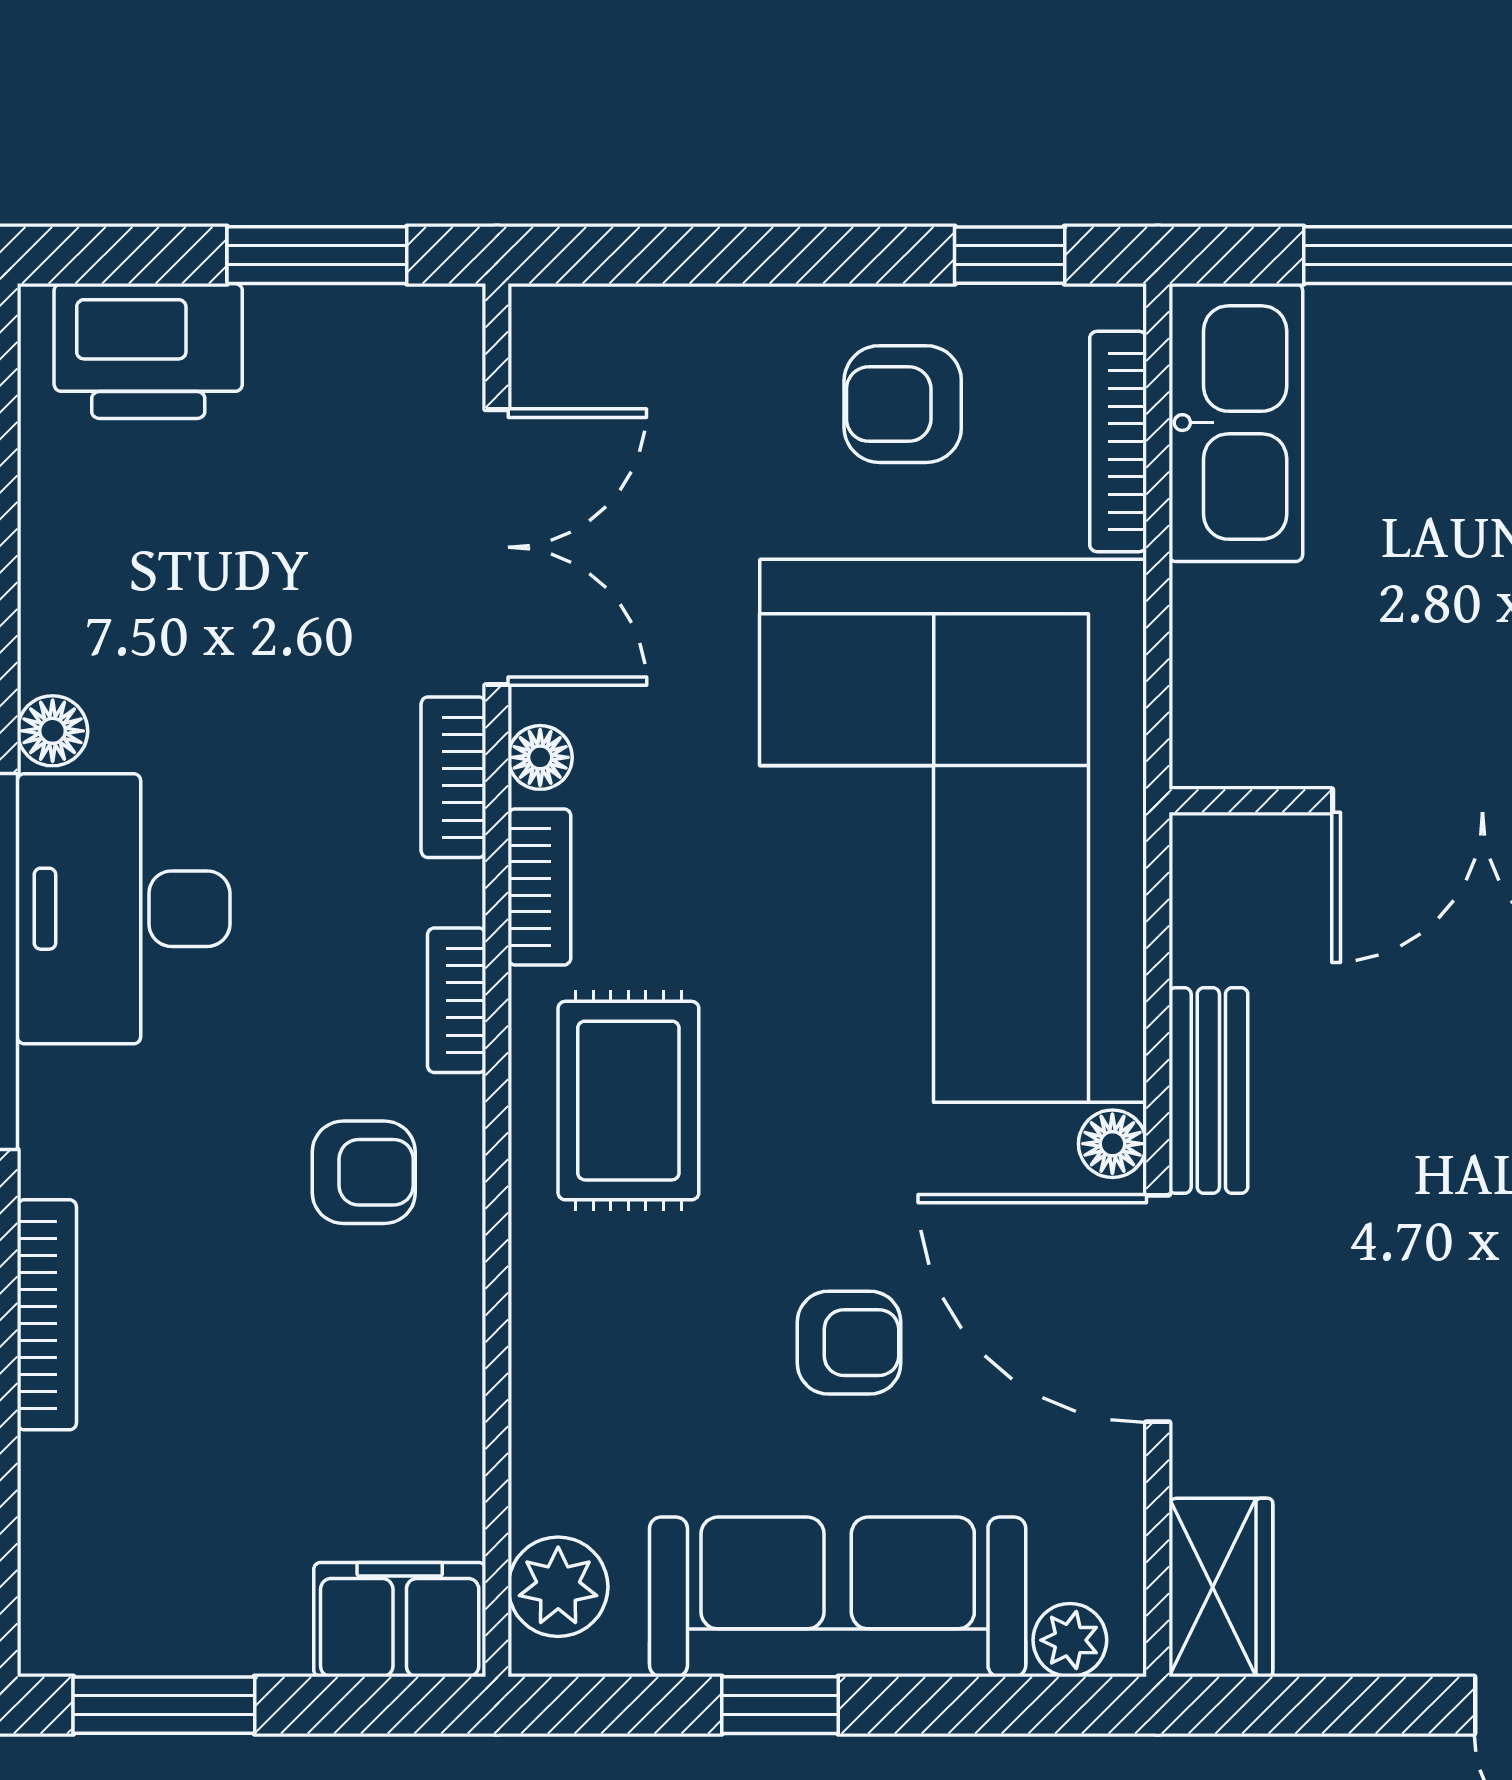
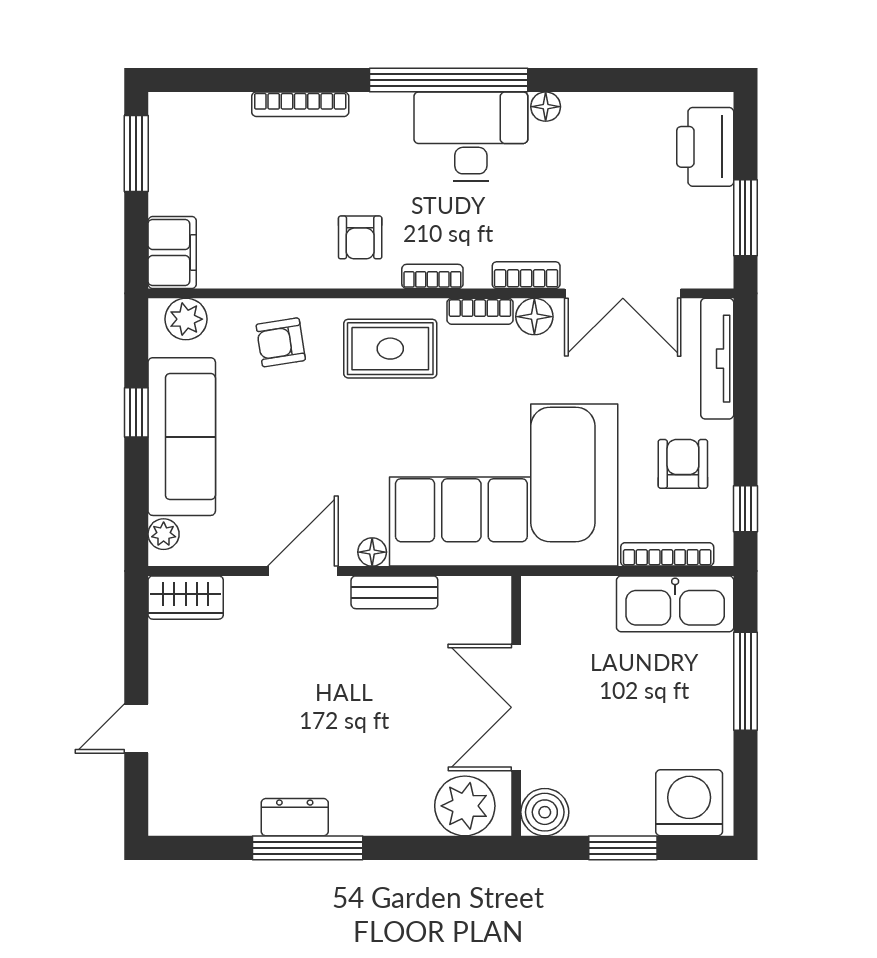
tv unit: (652, 322) -> (717, 359), added
floor lamp: (540, 757) -> (534, 317), width x1.37, depth x1.37
door: (1158, 1308) -> (303, 571), width x0.73
armchair: (849, 1343) -> (281, 342), moved, turned 81

